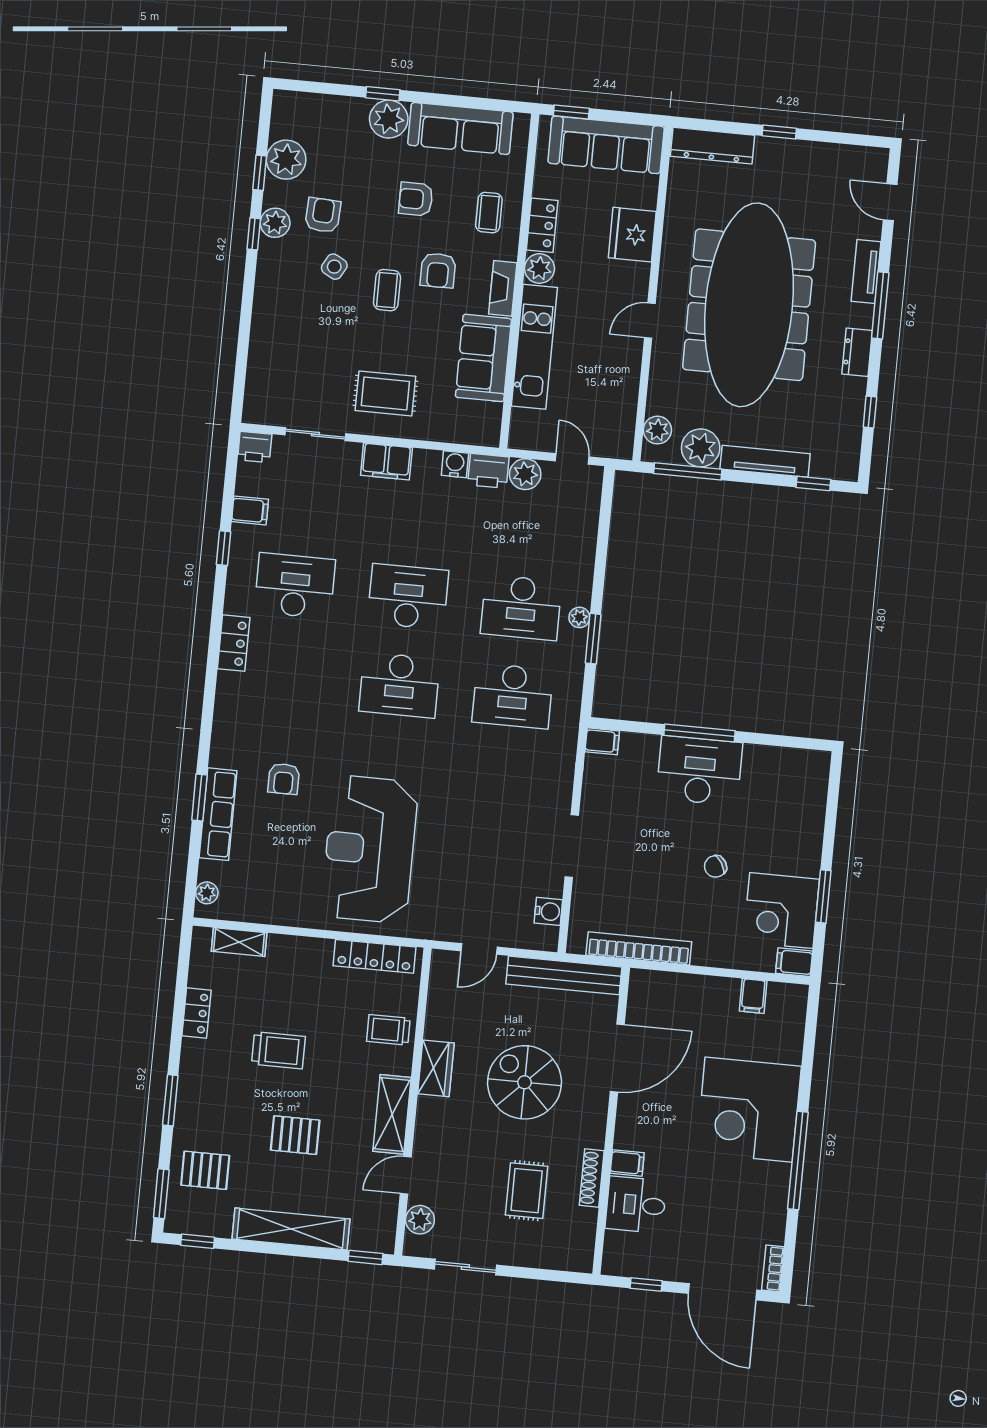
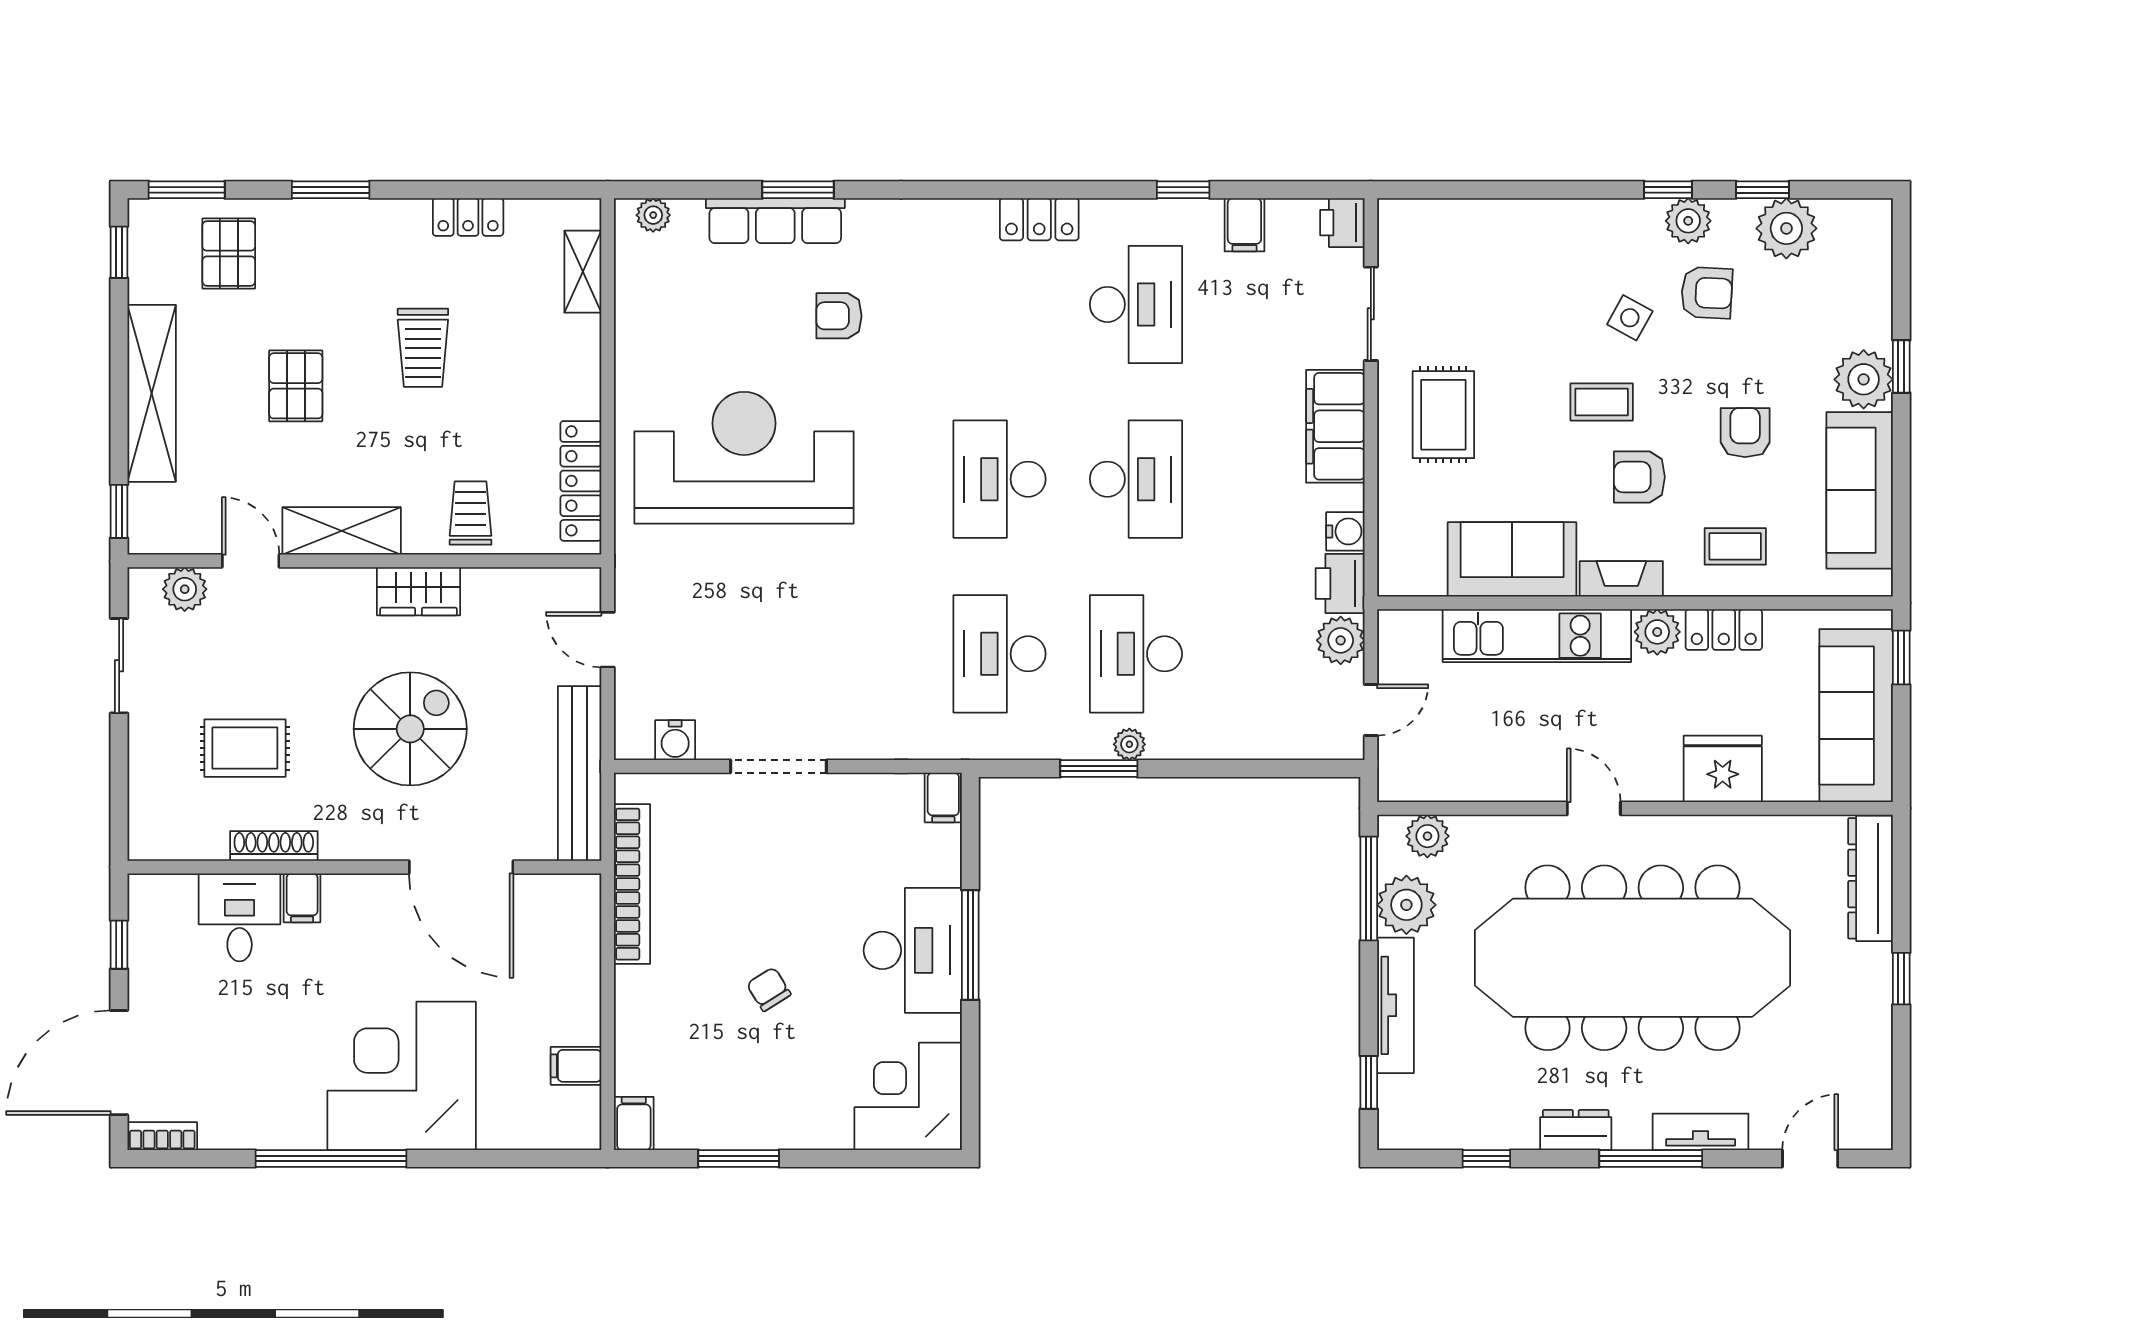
filing cabinet: (386, 461) -> (1335, 426), width x1.50, depth x1.17
corner desk: (781, 911) -> (908, 1096), moved

